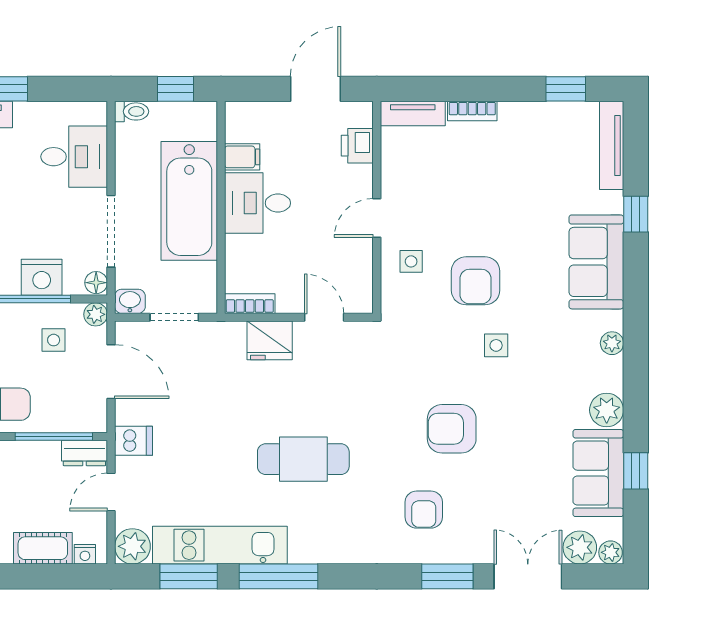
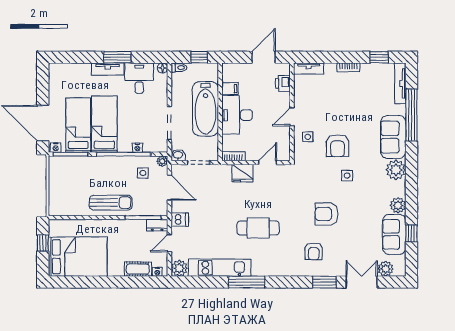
bookcase: (472, 111) -> (348, 67), moved
desk: (74, 157) -> (139, 78), moved, turned -90
desk: (257, 203) -> (237, 115), width x1.37
window: (636, 214) -> (411, 115), width x3.17
nightstand: (42, 277) -> (137, 148), width x0.53, depth x0.56
floor lamp: (96, 283) -> (162, 68), moved
door: (324, 317) -> (268, 163), hinge flipped
plant: (612, 343) -> (396, 170), width x1.87, depth x1.87
plant: (611, 552) -> (400, 271), removed
window: (189, 576) -> (205, 282), removed

